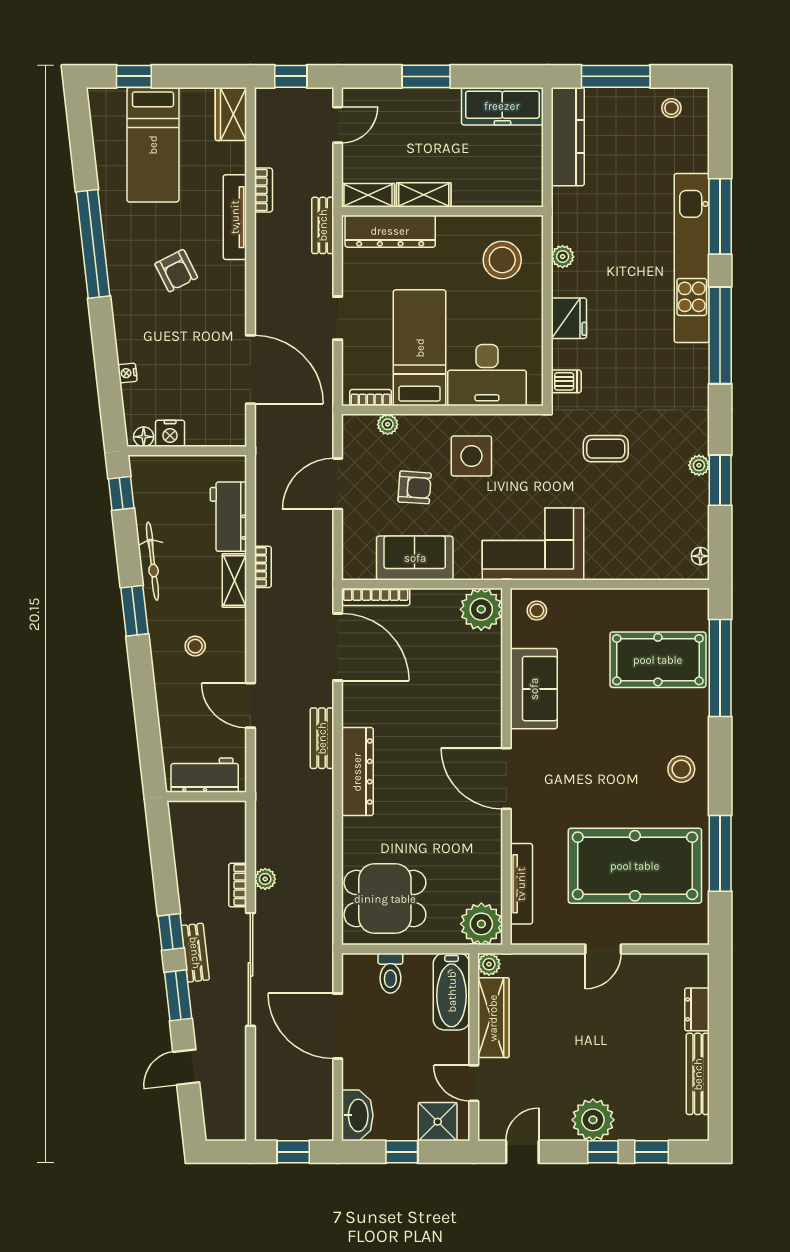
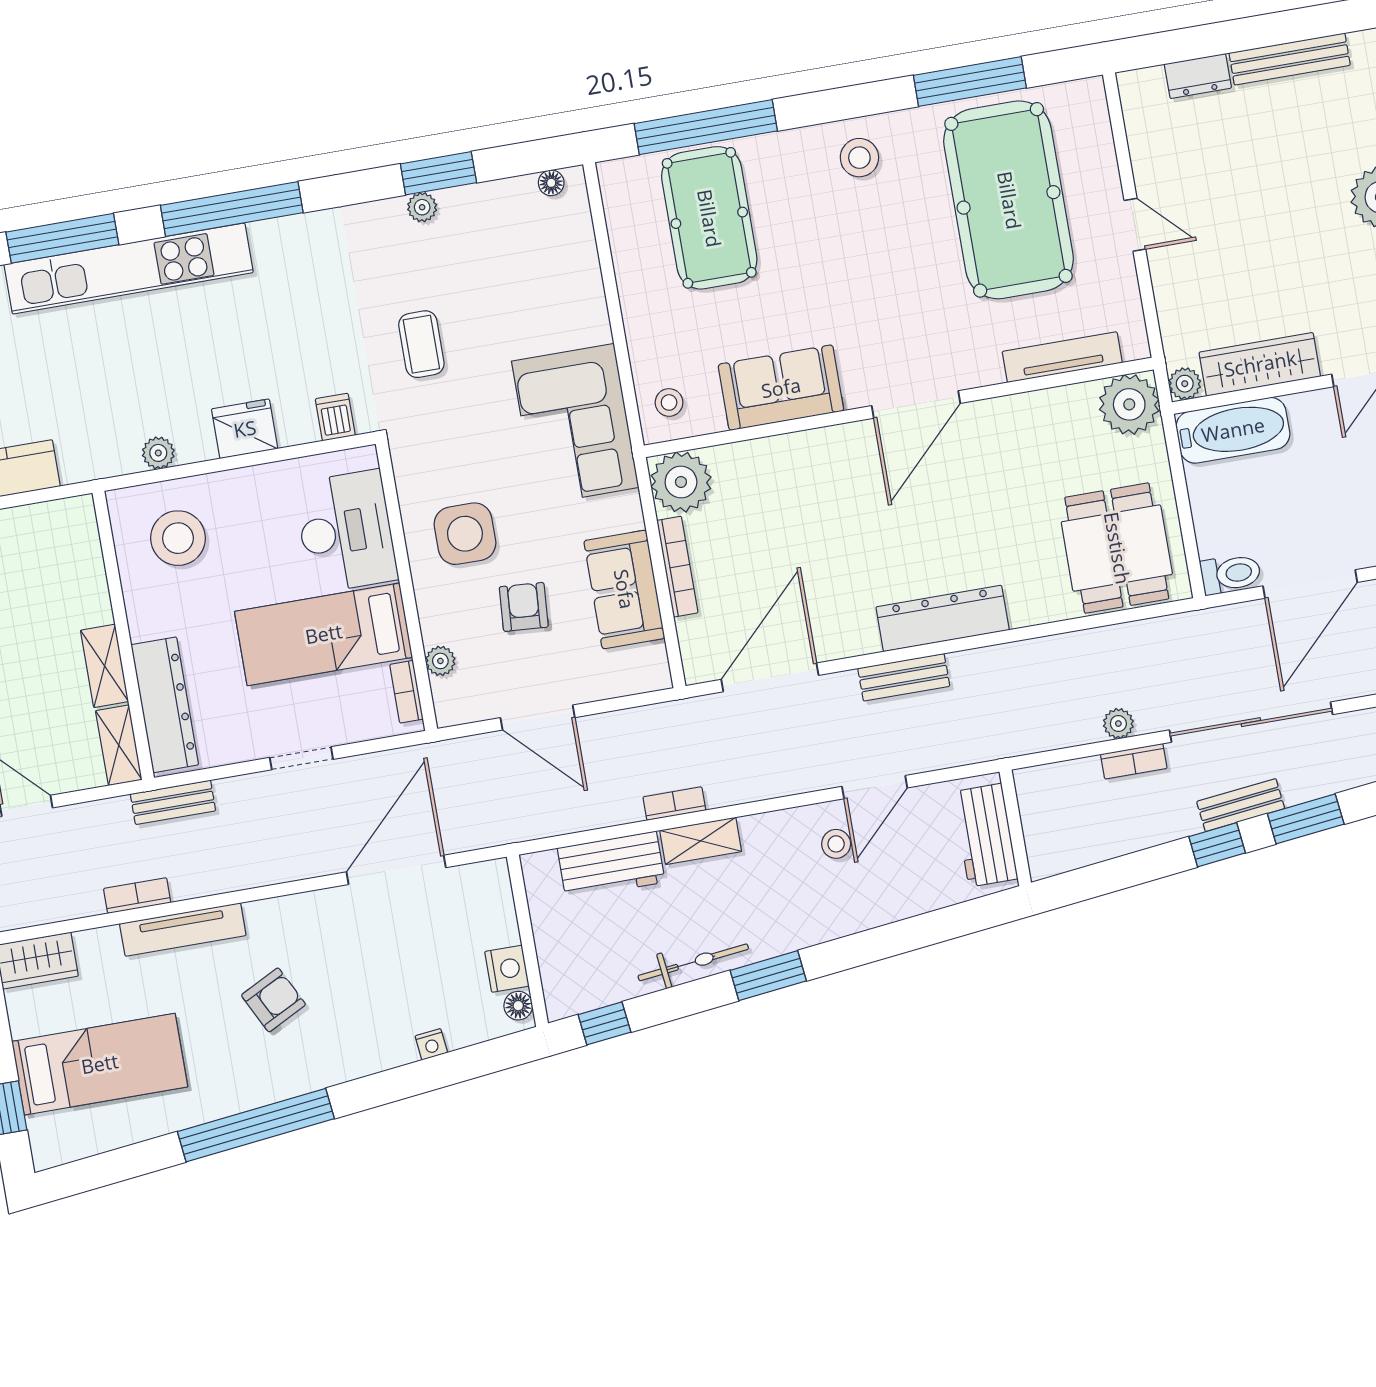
bookcase: (376, 597) -> (677, 567), moved
stool: (195, 646) -> (836, 844), moved
toilet: (390, 973) -> (1231, 574), moved

